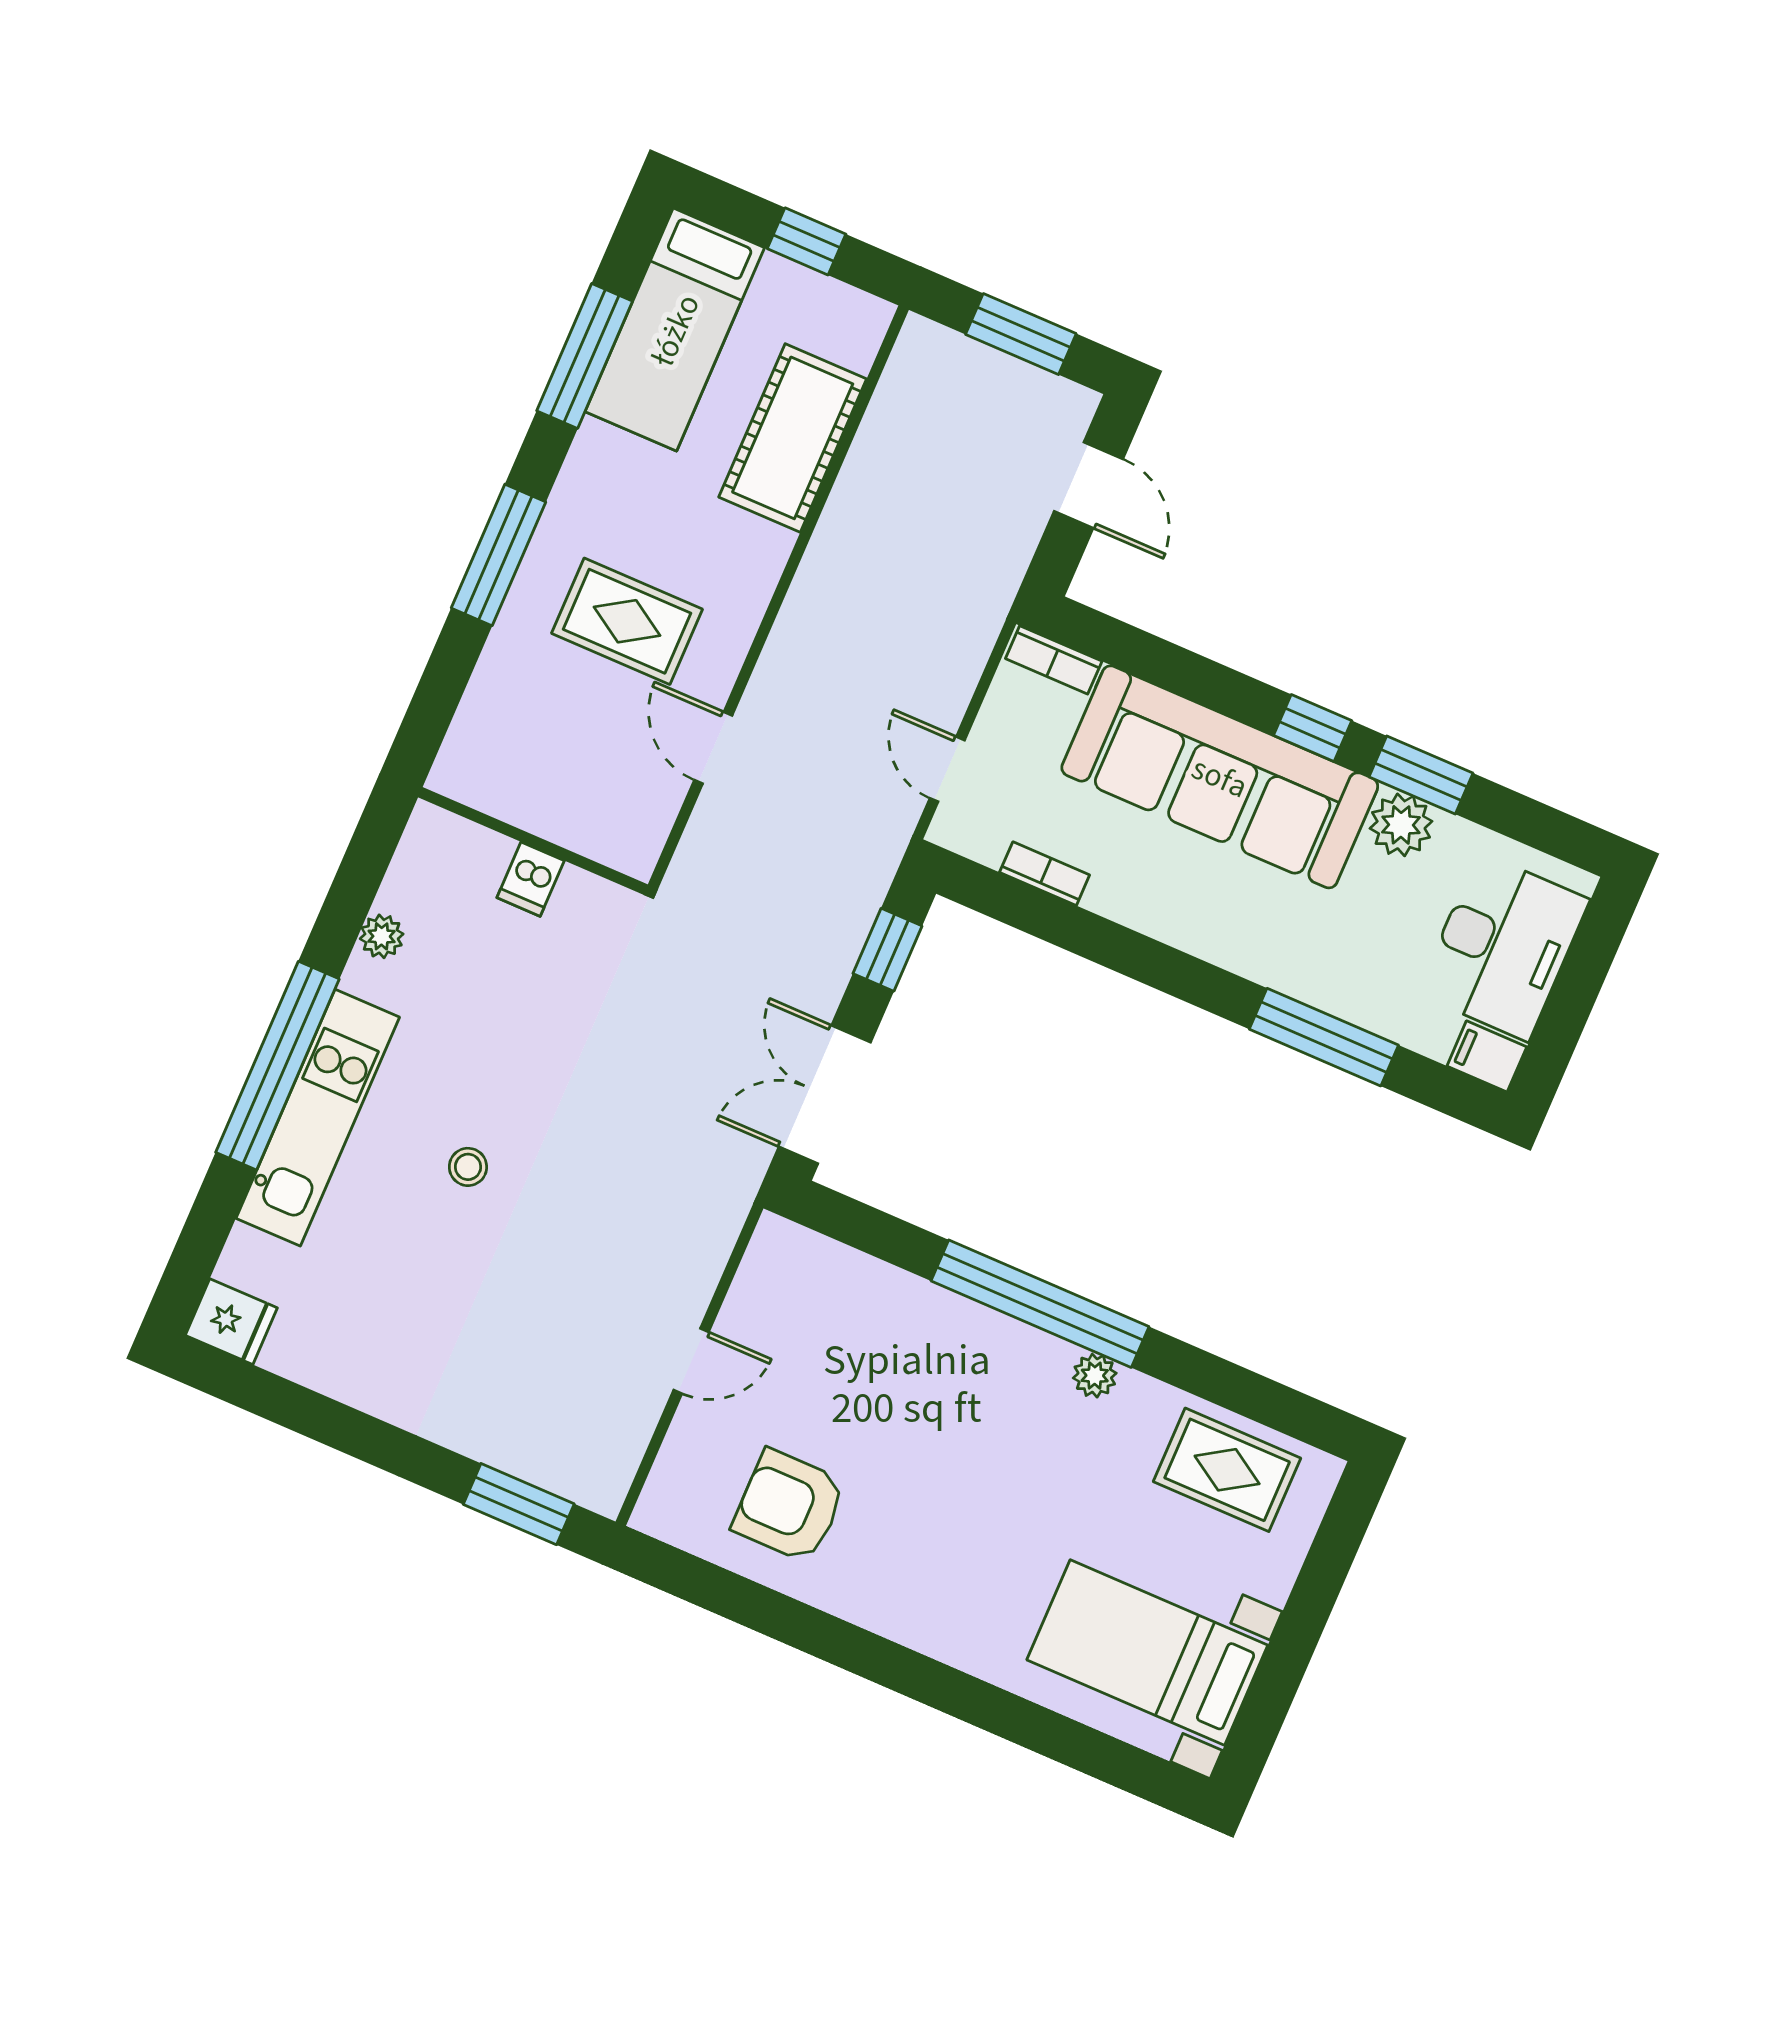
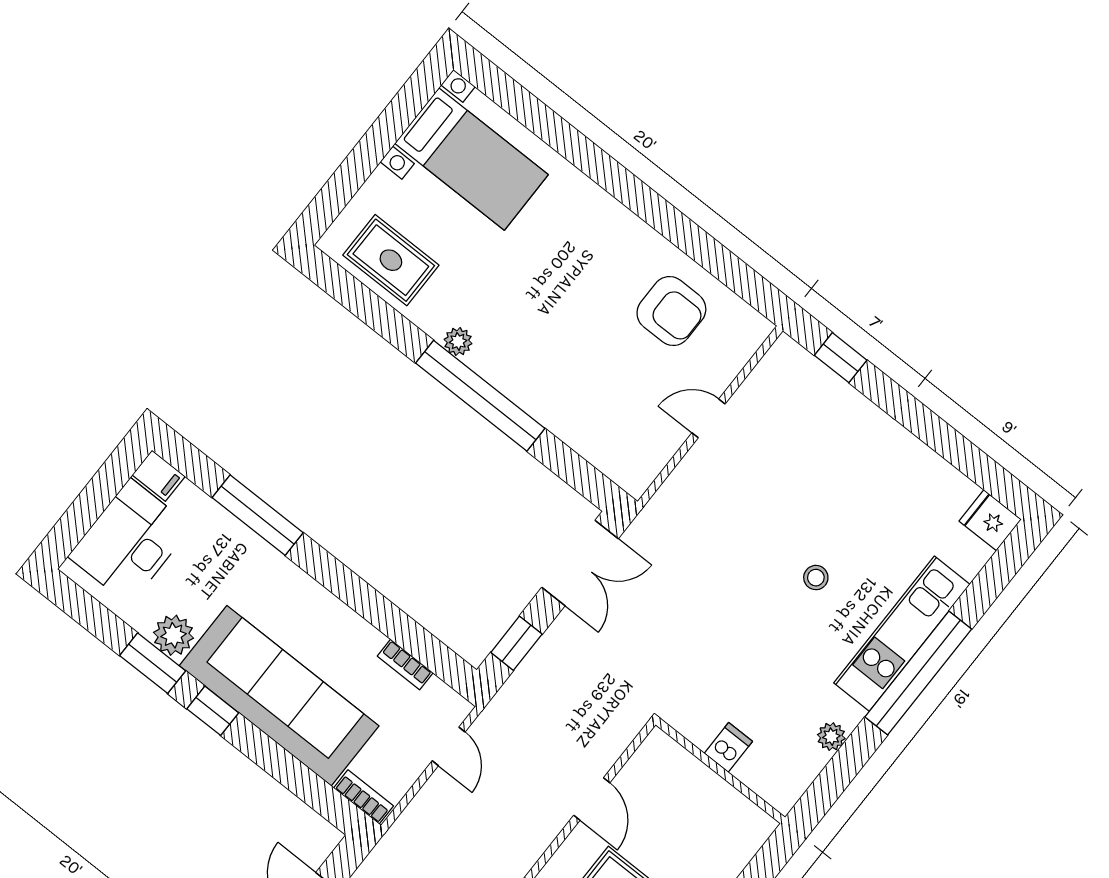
window: (519, 1504) -> (841, 358), width x0.67

